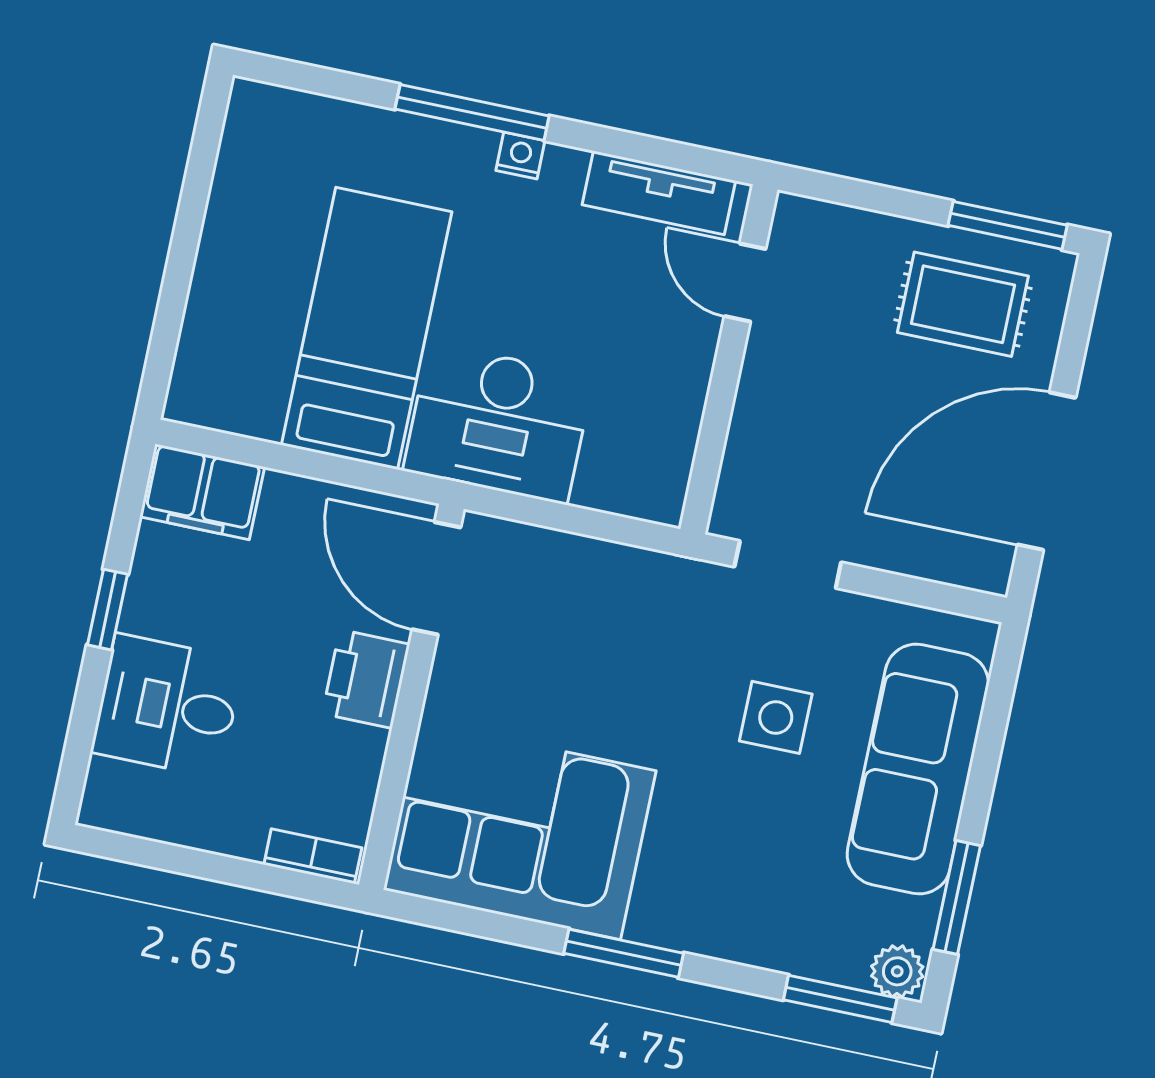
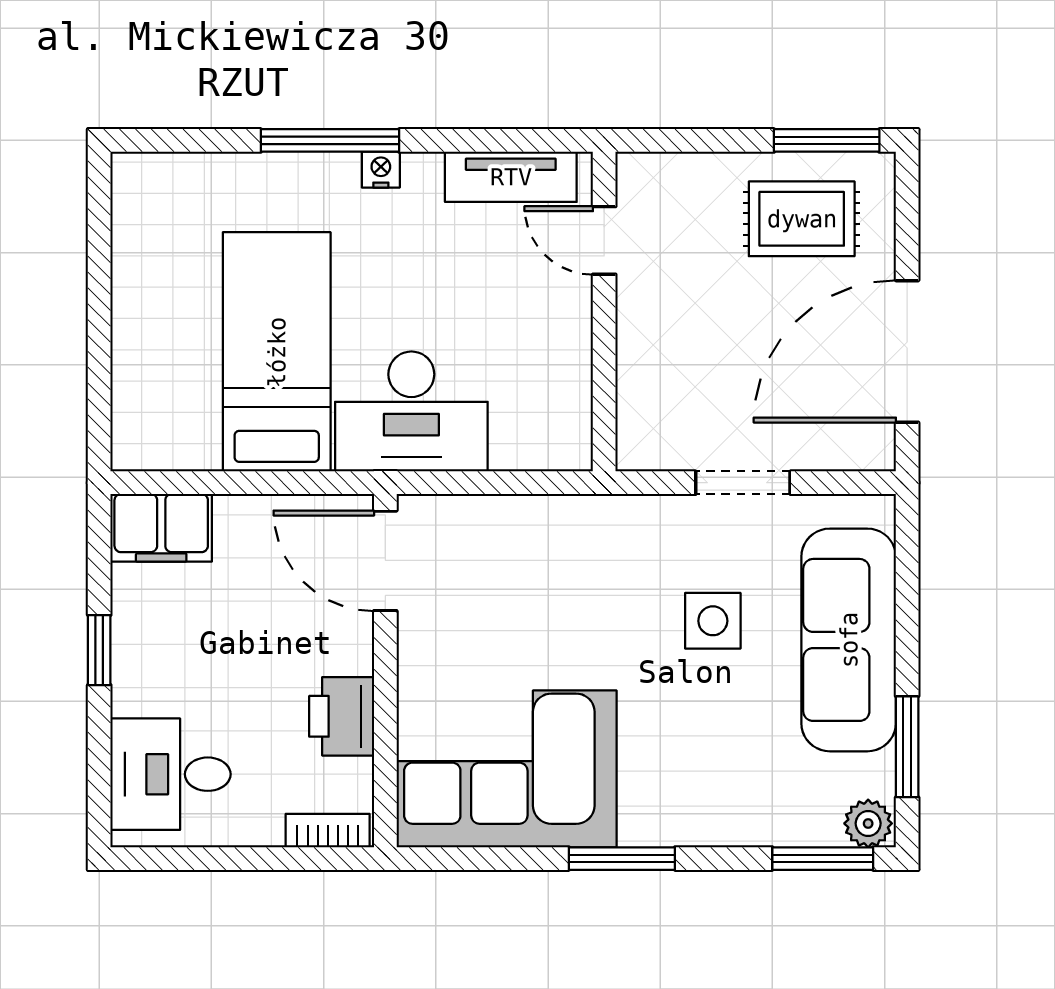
doorway: (788, 564) -> (743, 483), moved
printer: (366, 679) -> (342, 716), moved
desk: (167, 706) -> (171, 774), moved

